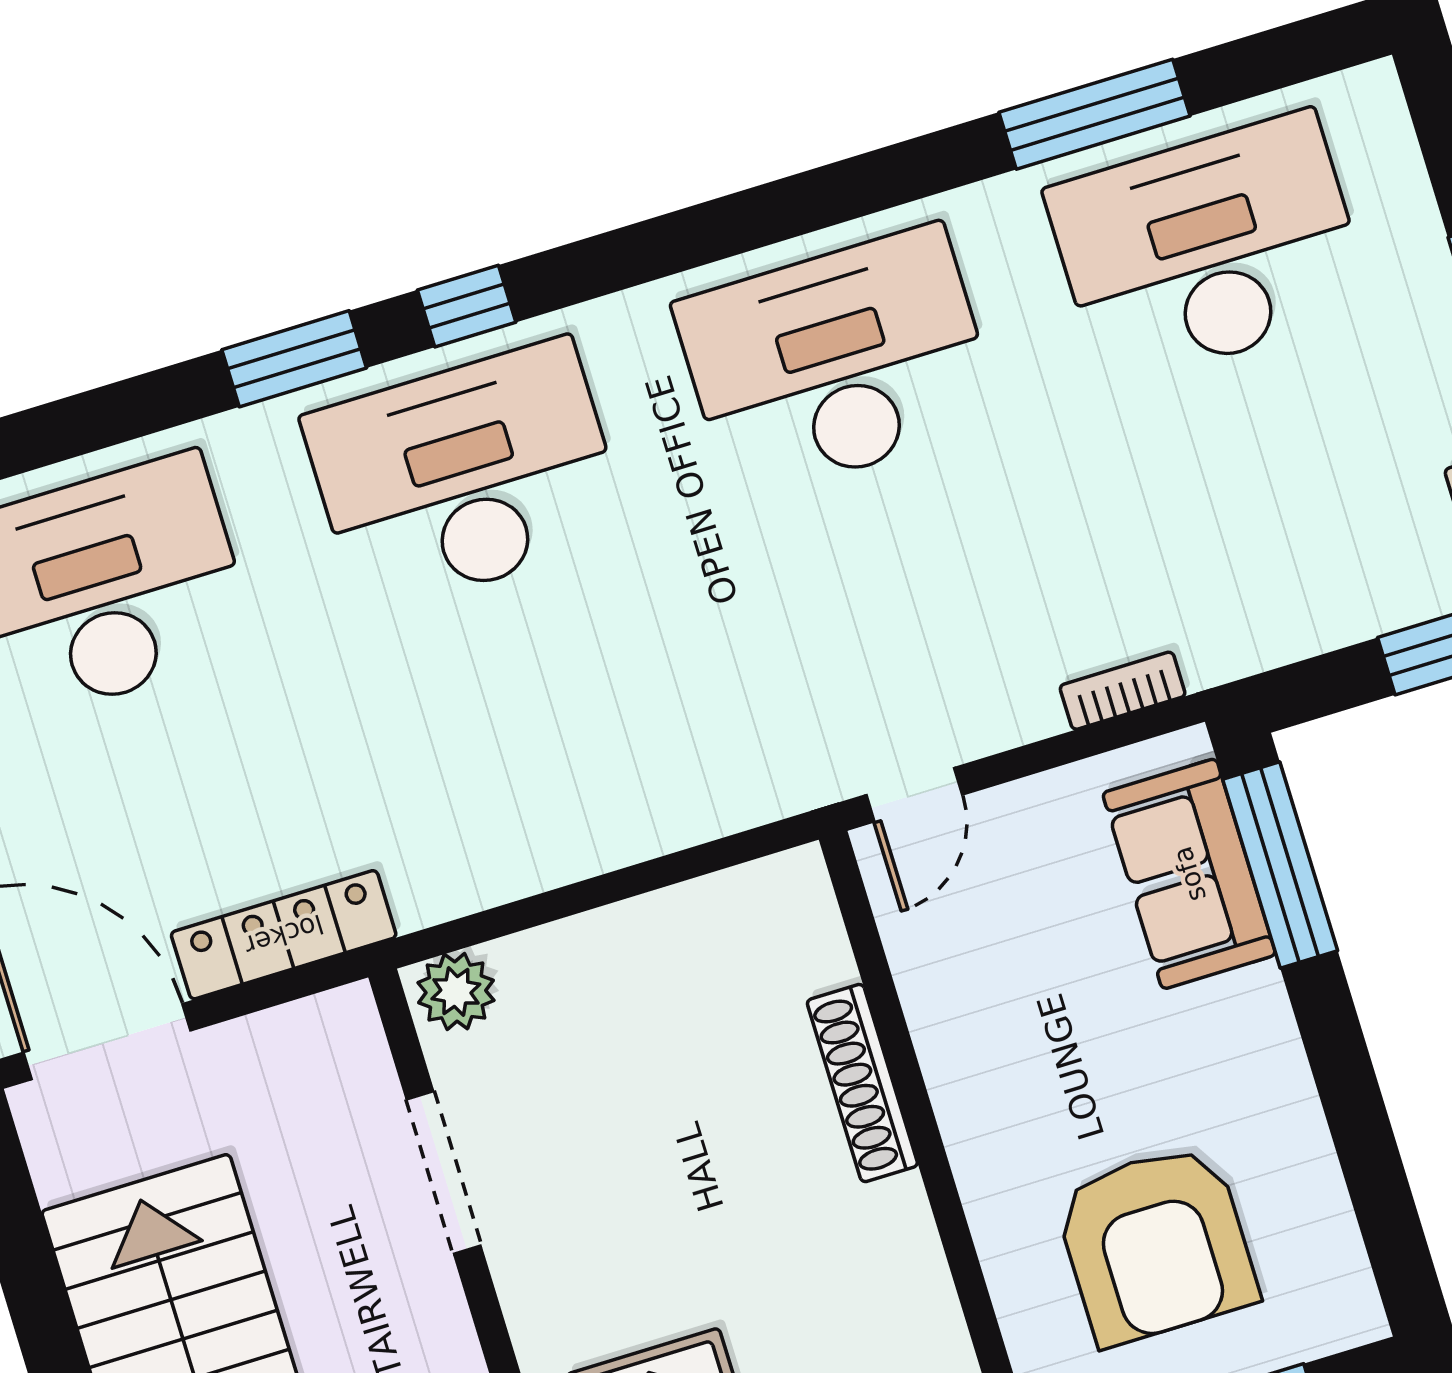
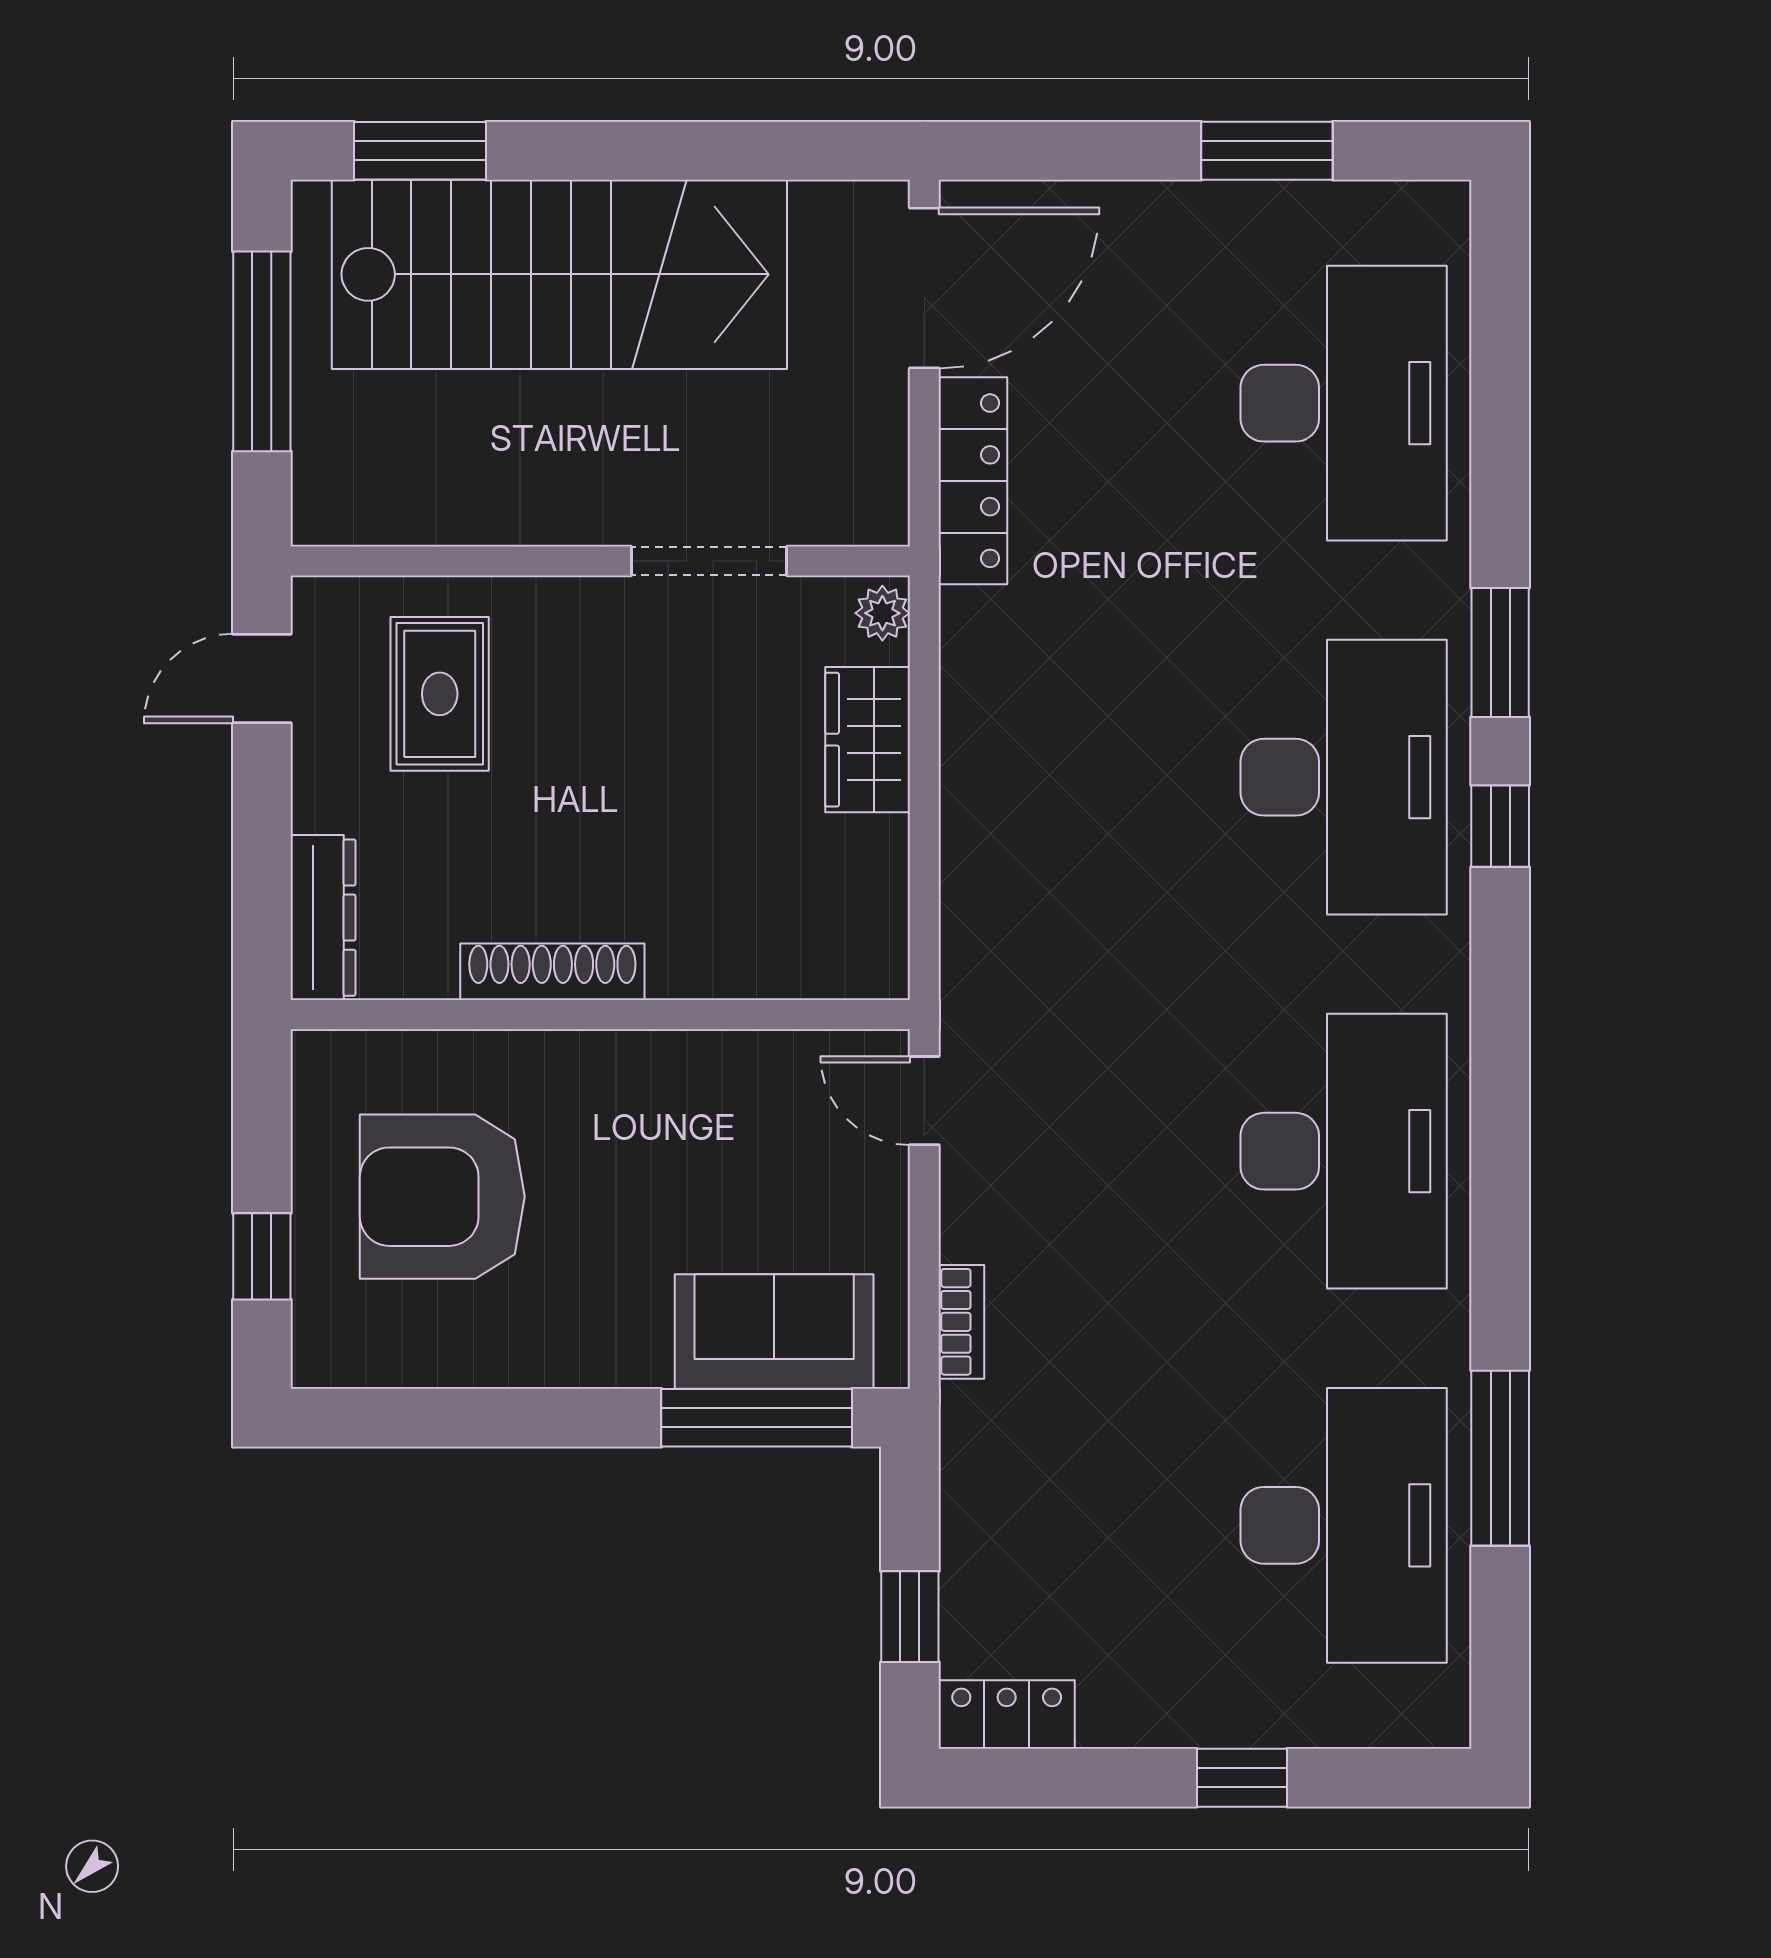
wardrobe: (573, 961) -> (868, 740), added
plant: (456, 991) -> (882, 613), width x0.73, depth x0.73
shoe rack: (862, 1083) -> (552, 972), moved

